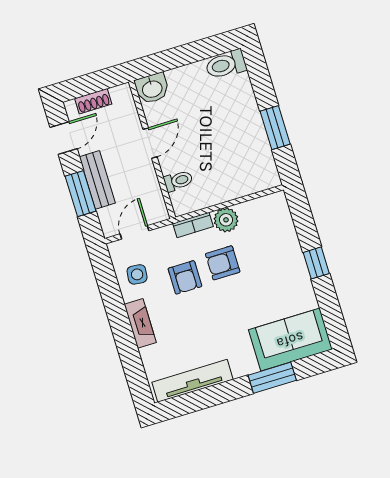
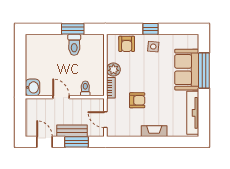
toilet: (226, 65) -> (74, 45), moved
shoe rack: (93, 101) -> (30, 120), removed
armchair: (223, 263) -> (127, 44), moved
side table: (137, 274) -> (153, 47), moved
sofa: (290, 340) -> (187, 70), moved
window: (272, 378) -> (204, 70), width x1.44

